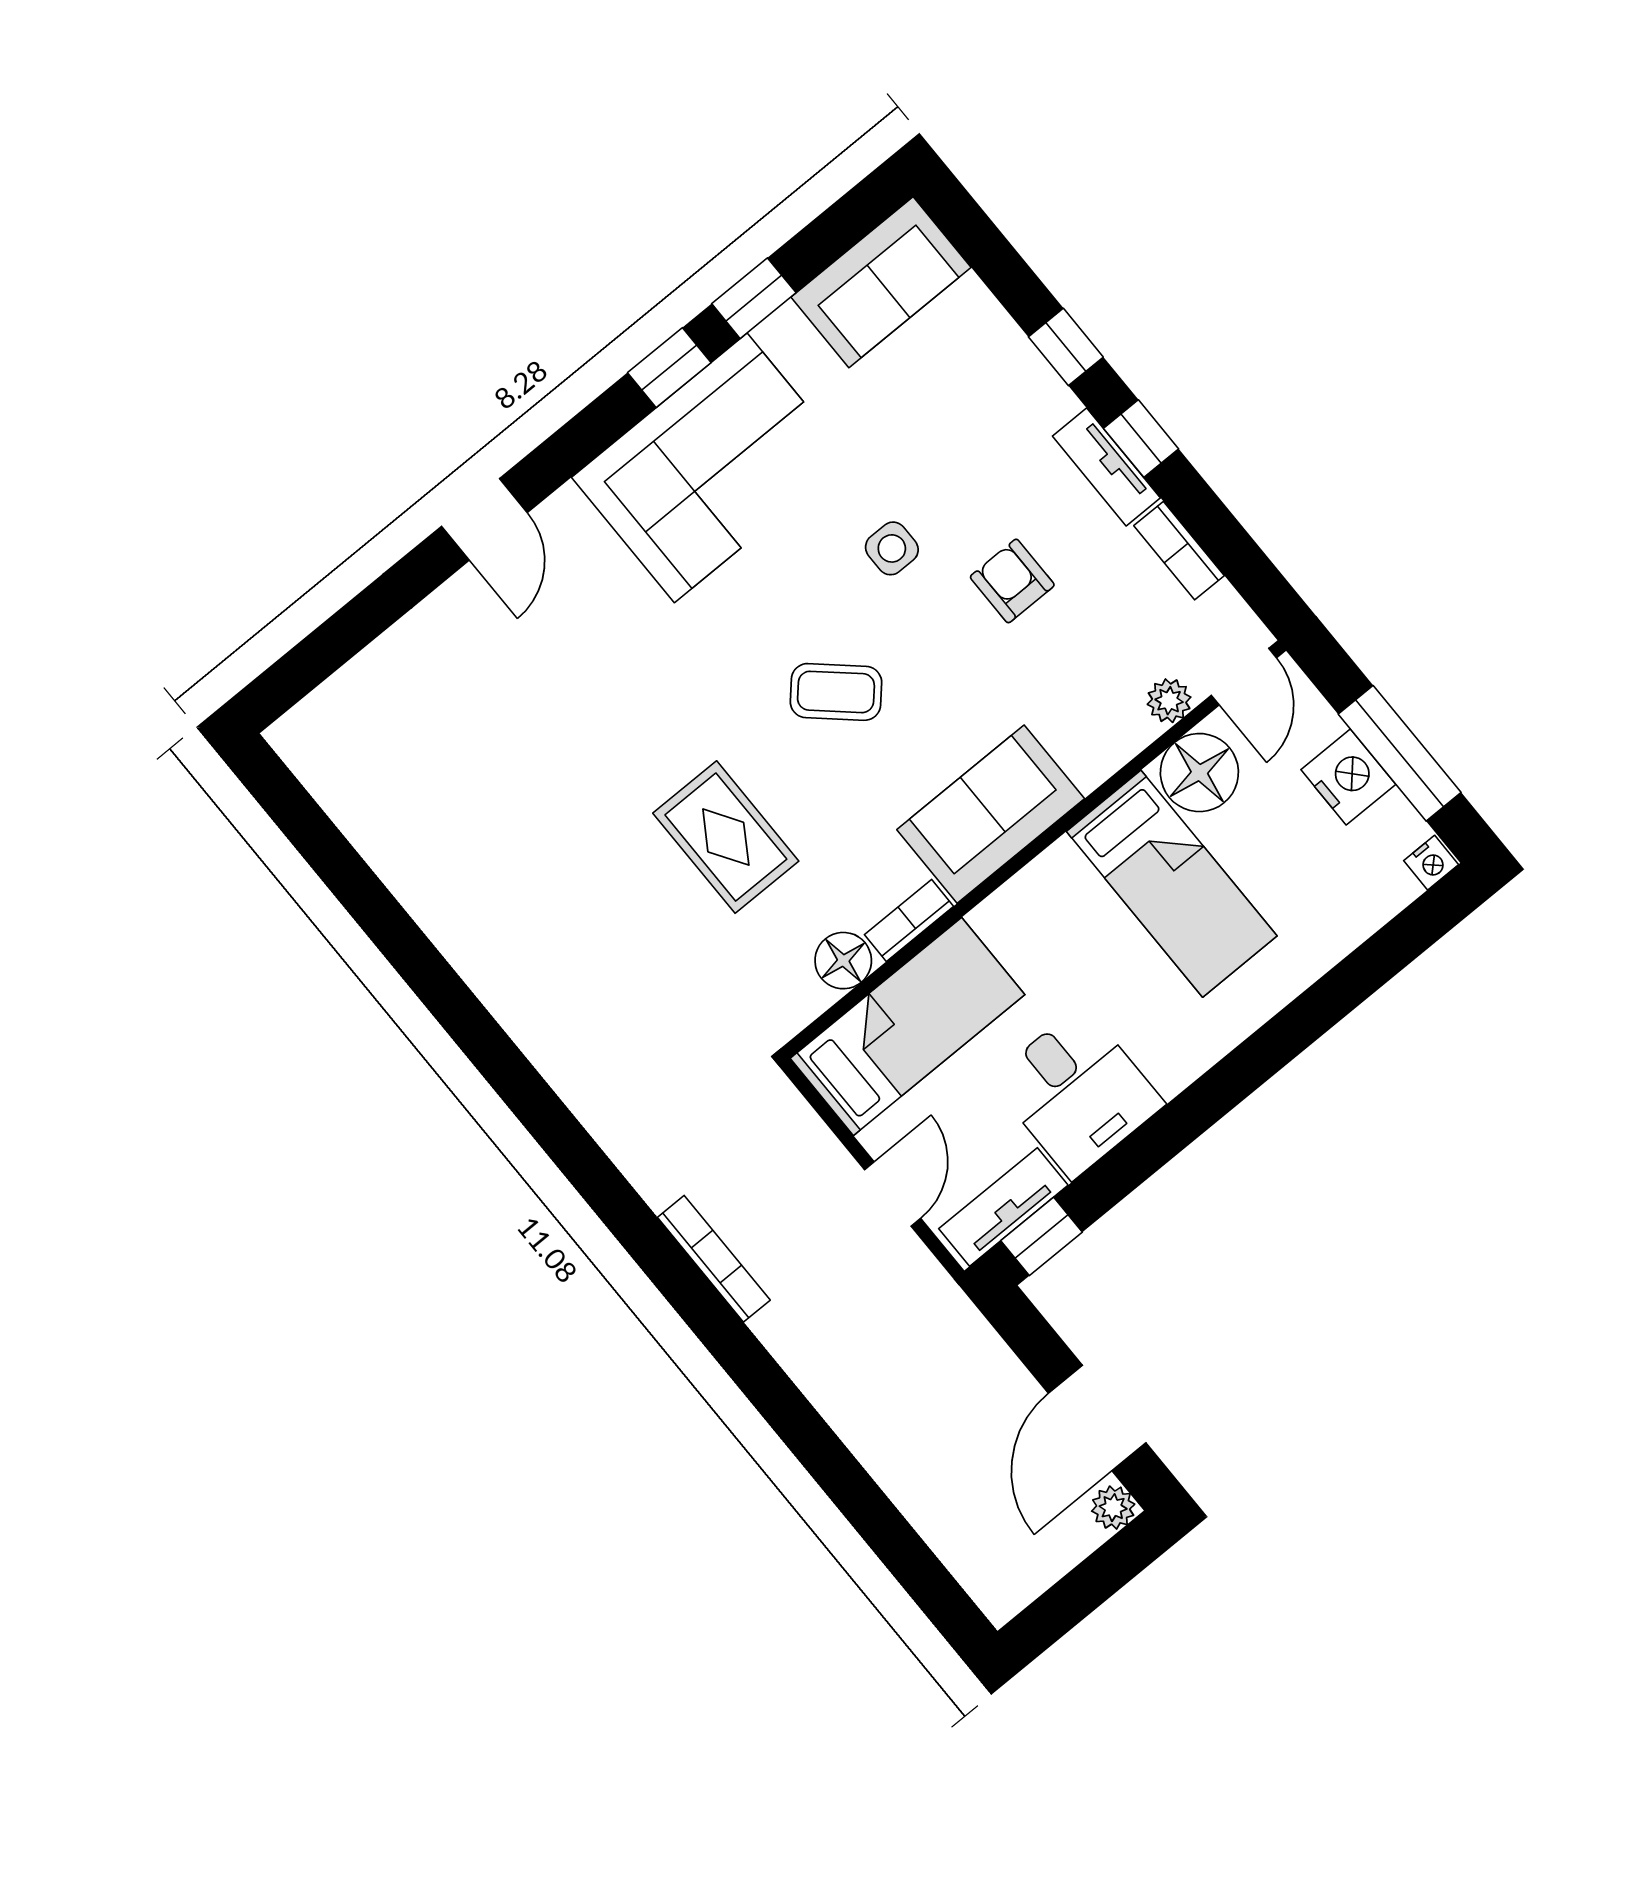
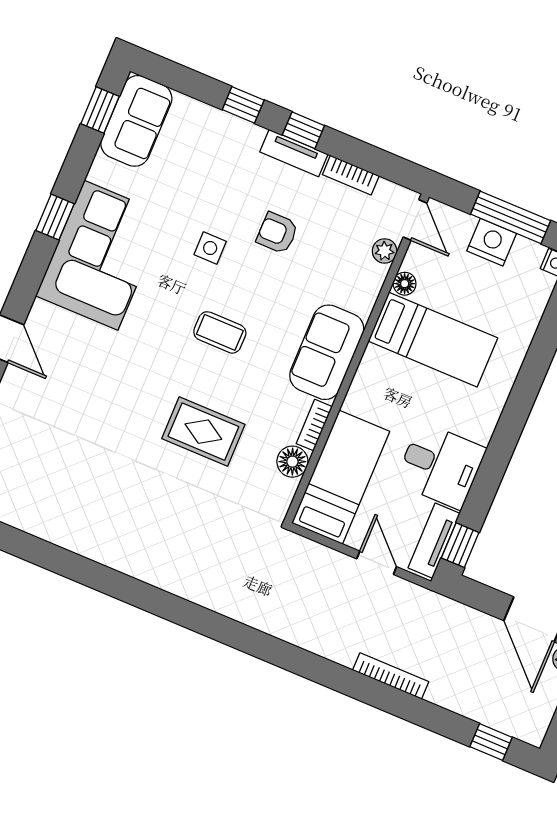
window: (754, 298) -> (100, 110), moved
coffee table: (836, 692) -> (220, 332), turned 48
floor lamp: (1199, 773) -> (405, 284), width x0.53, depth x0.53
bookcase: (714, 1259) -> (391, 676), moved
window: (925, 1578) -> (491, 742), added

